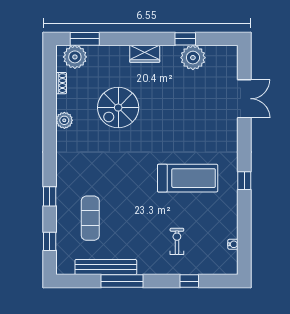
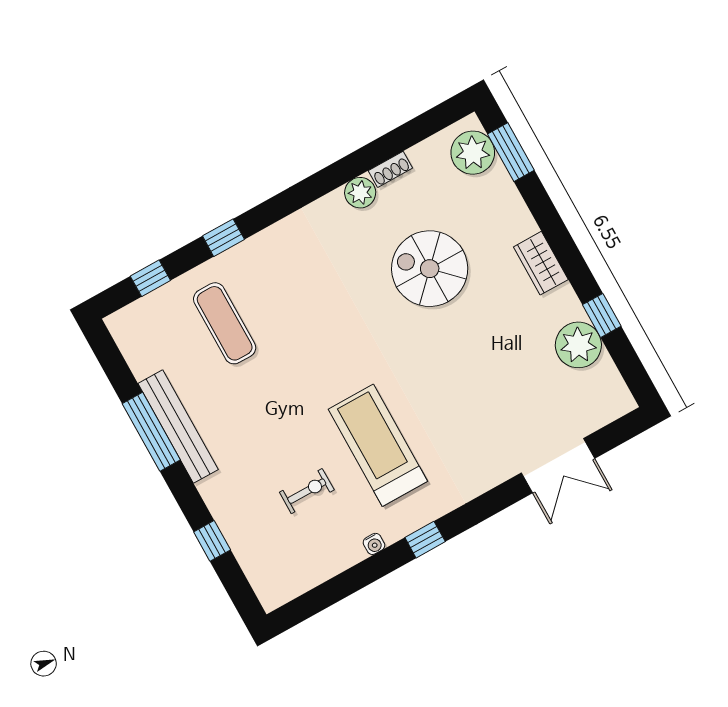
shoe rack: (61, 83) -> (390, 169), moved
treadmill: (188, 178) -> (378, 445), turned 180
exercise mat: (90, 218) -> (225, 323), turned 90
exercise bike: (177, 241) -> (307, 491), moved
water cooler: (233, 244) -> (374, 544), moved
bench: (106, 267) -> (178, 427), moved

